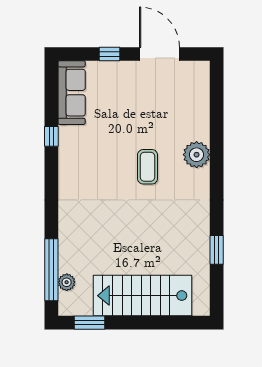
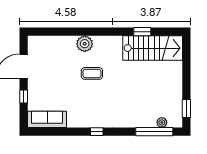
window: (51, 136) -> (97, 132), moved
stairs: (142, 296) -> (153, 48), moved, turned -90

